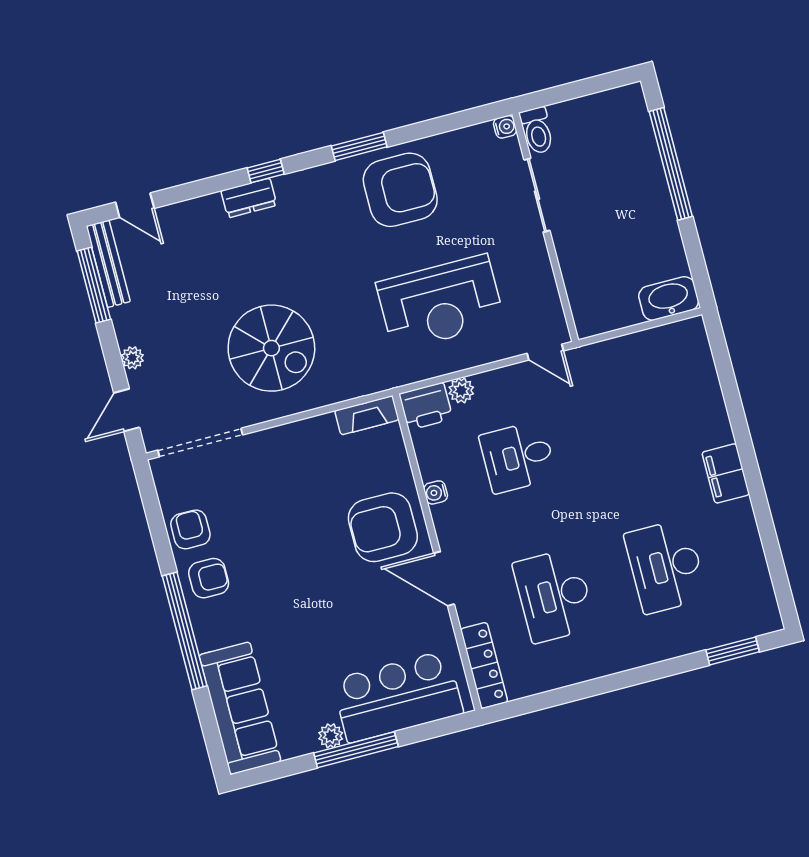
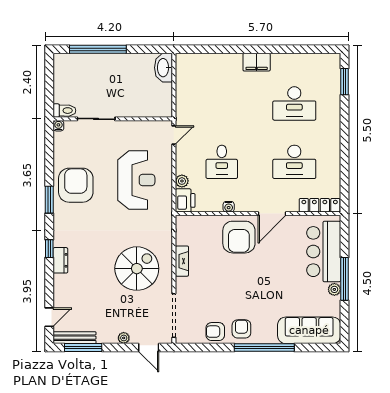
fireplace: (367, 415) -> (182, 261), moved

